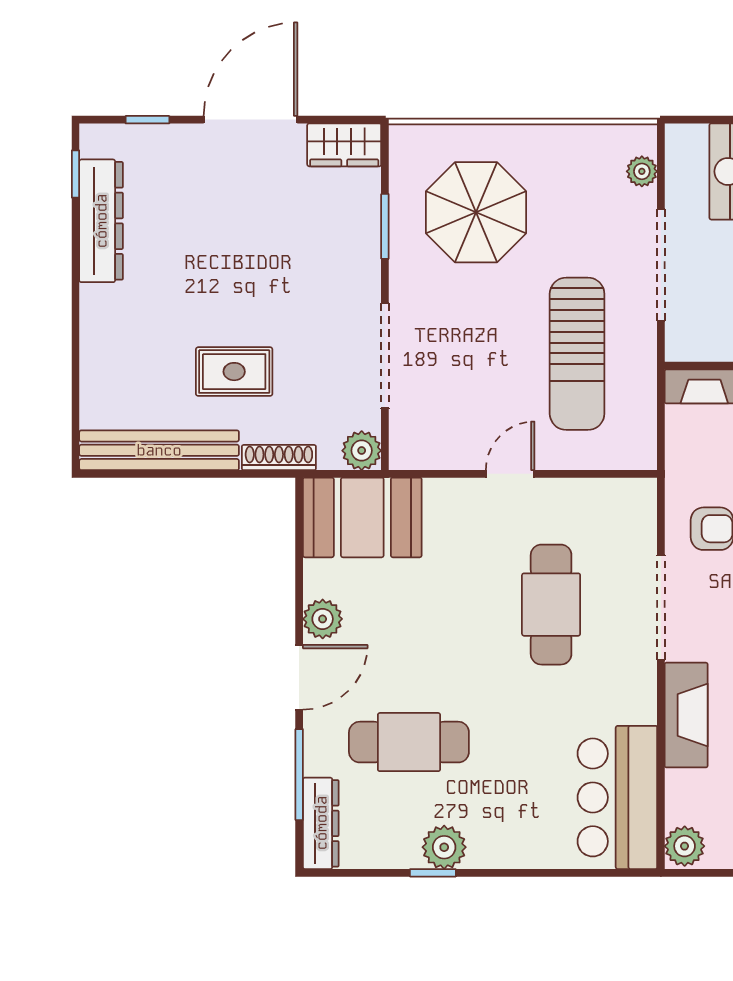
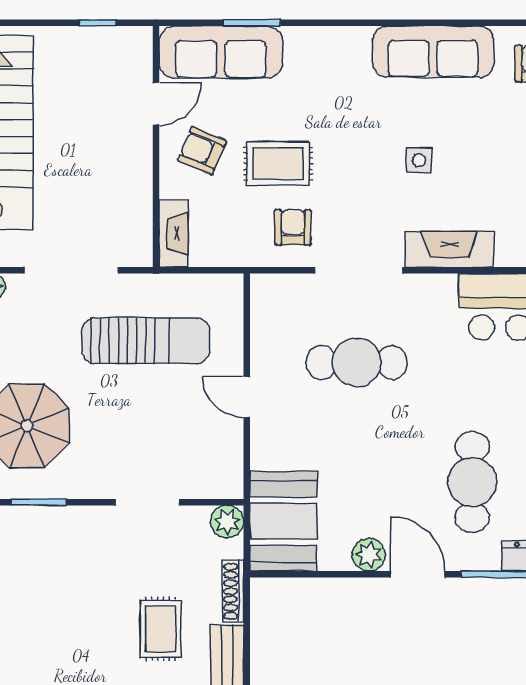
doorway: (385, 356) -> (147, 502), width x0.73

